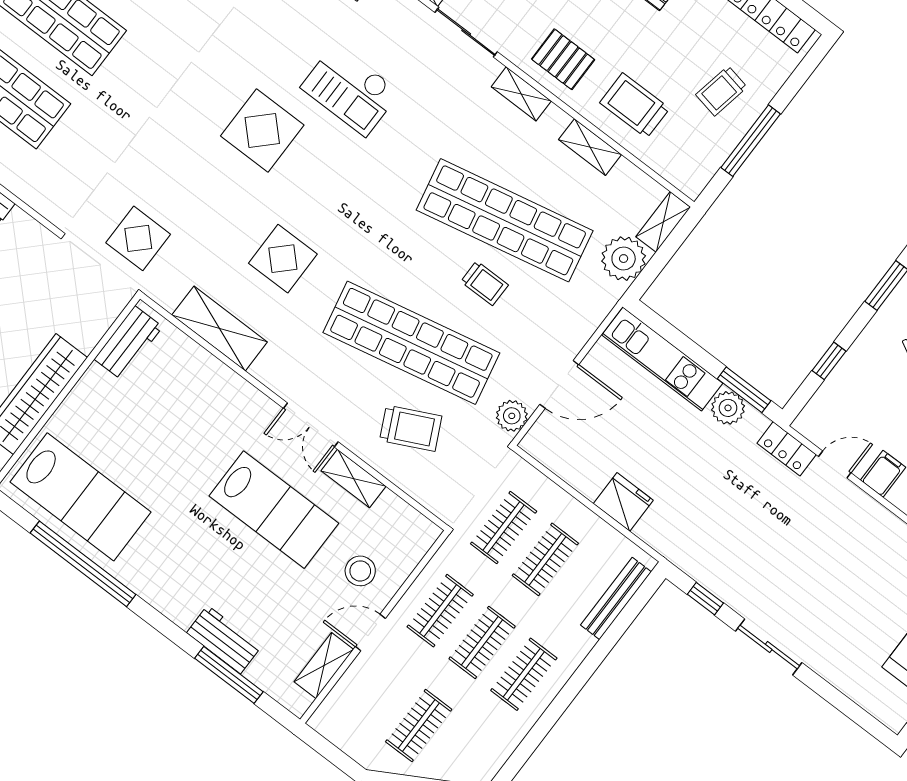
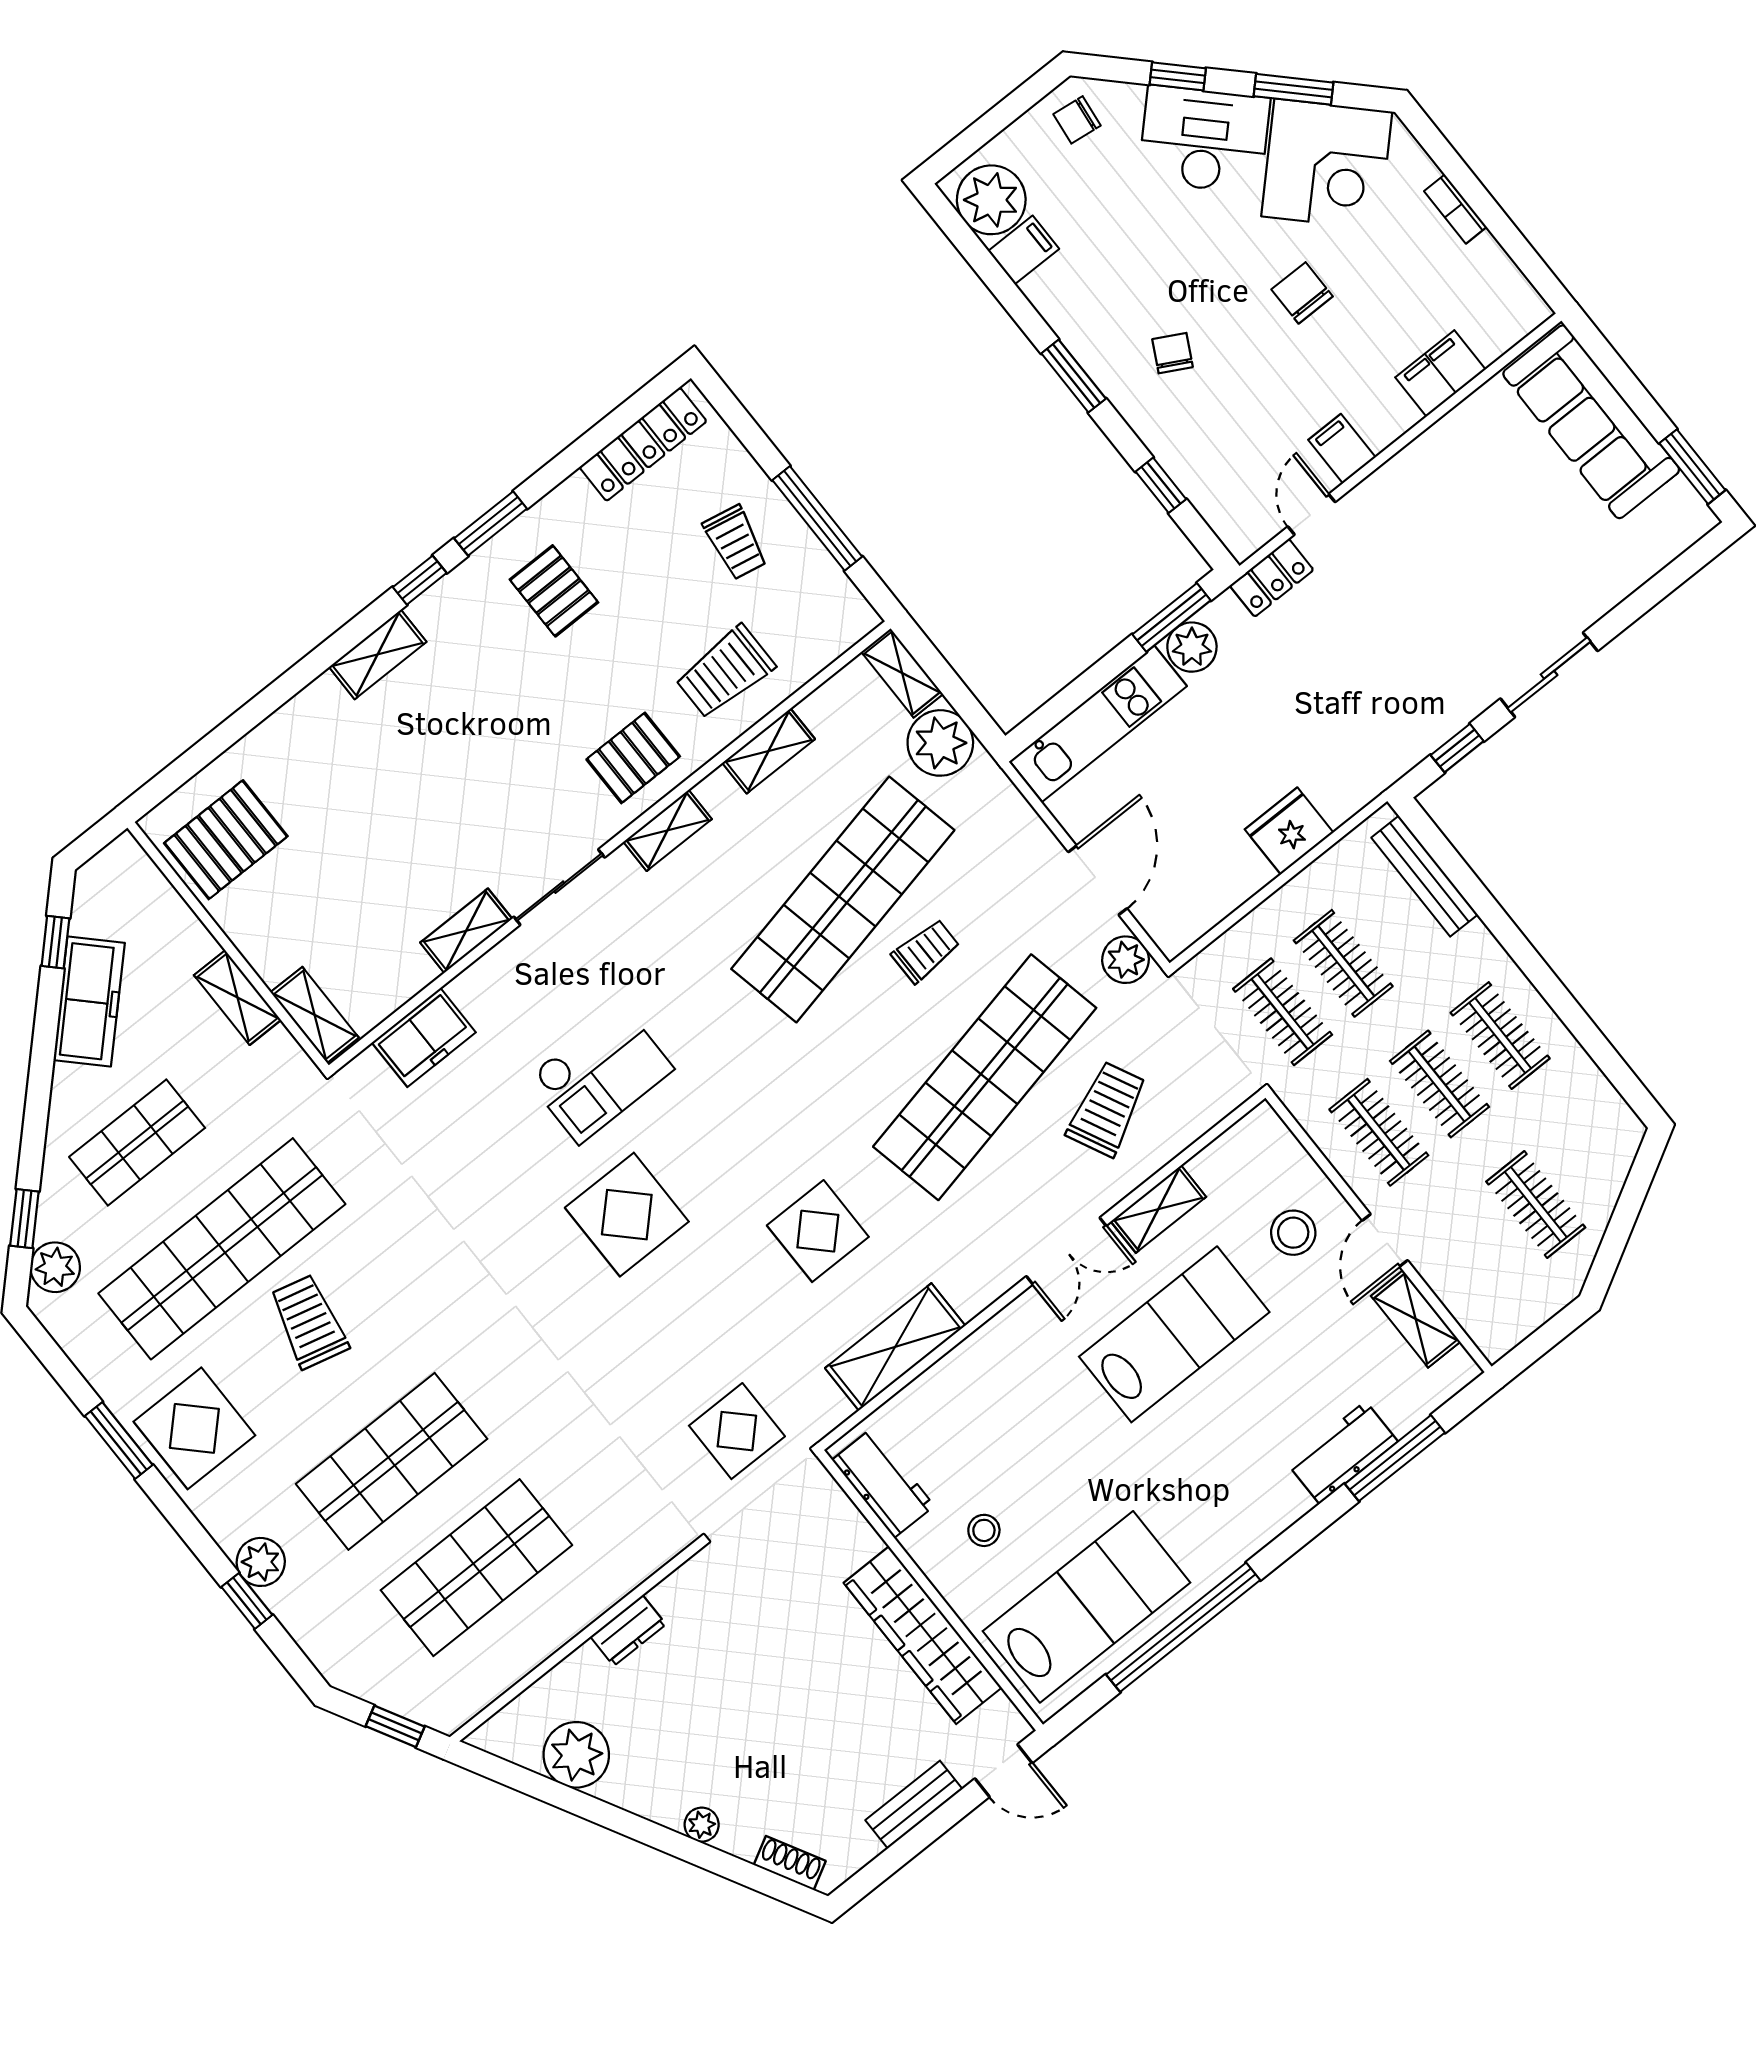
stool: (114, 417) -> (984, 1530), added

